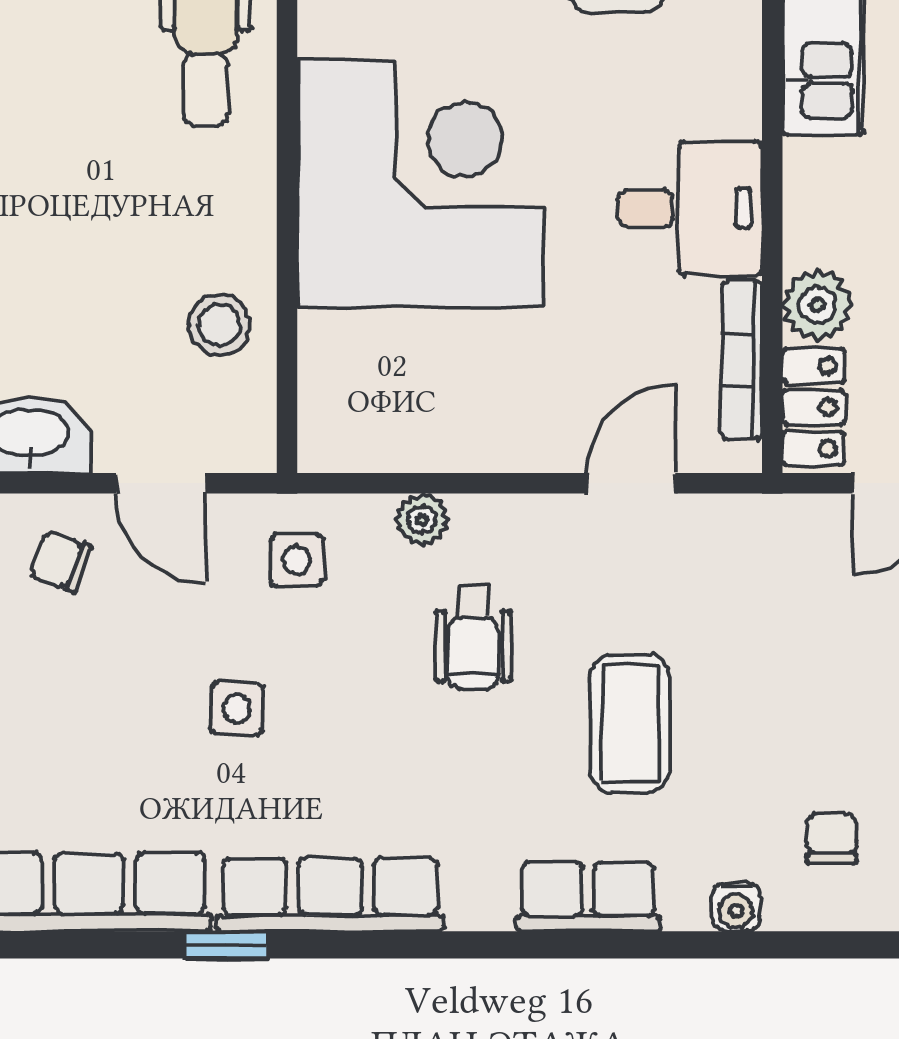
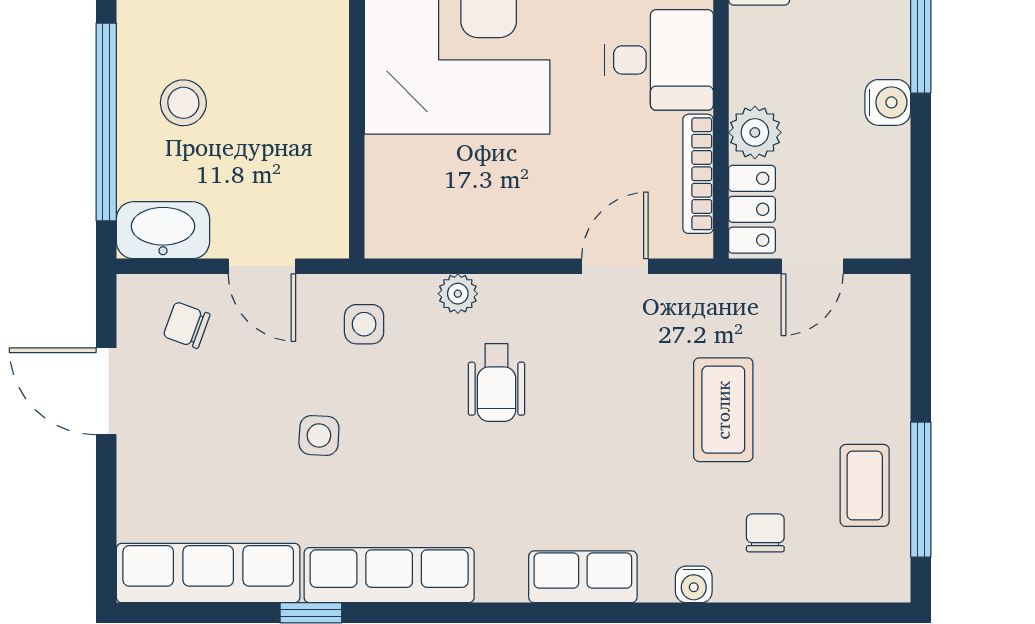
stool: (220, 325) -> (183, 103), moved
coffee table: (630, 723) -> (723, 410), moved

